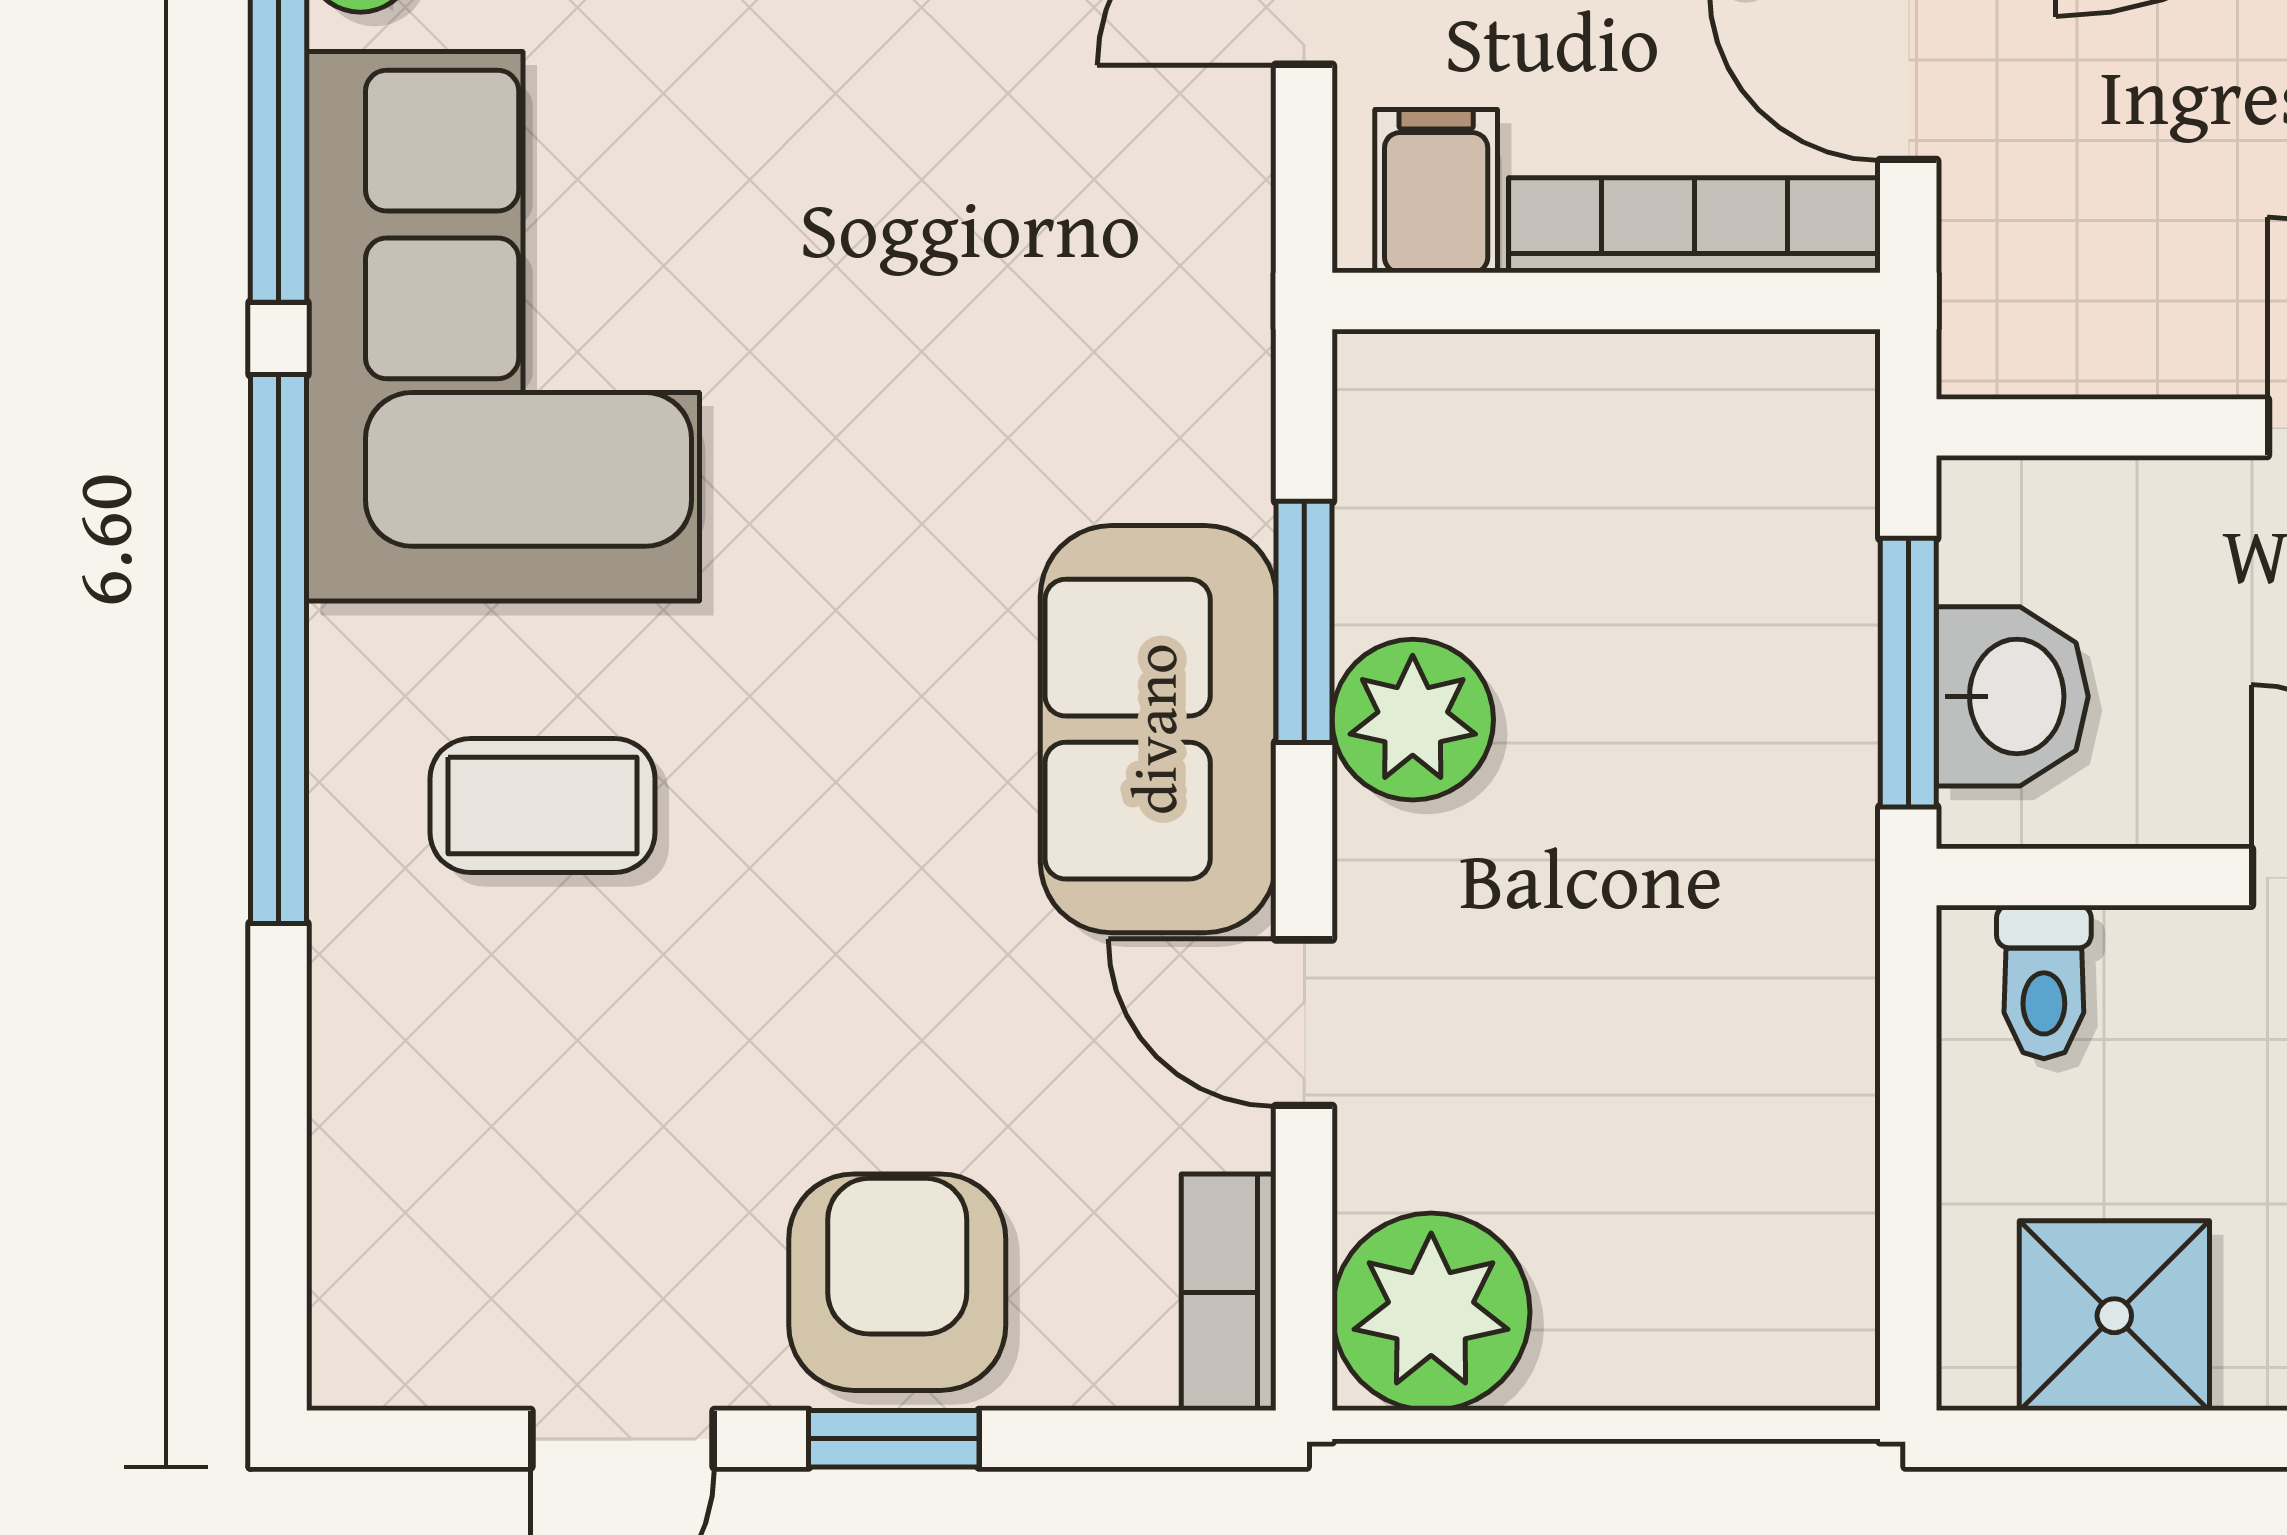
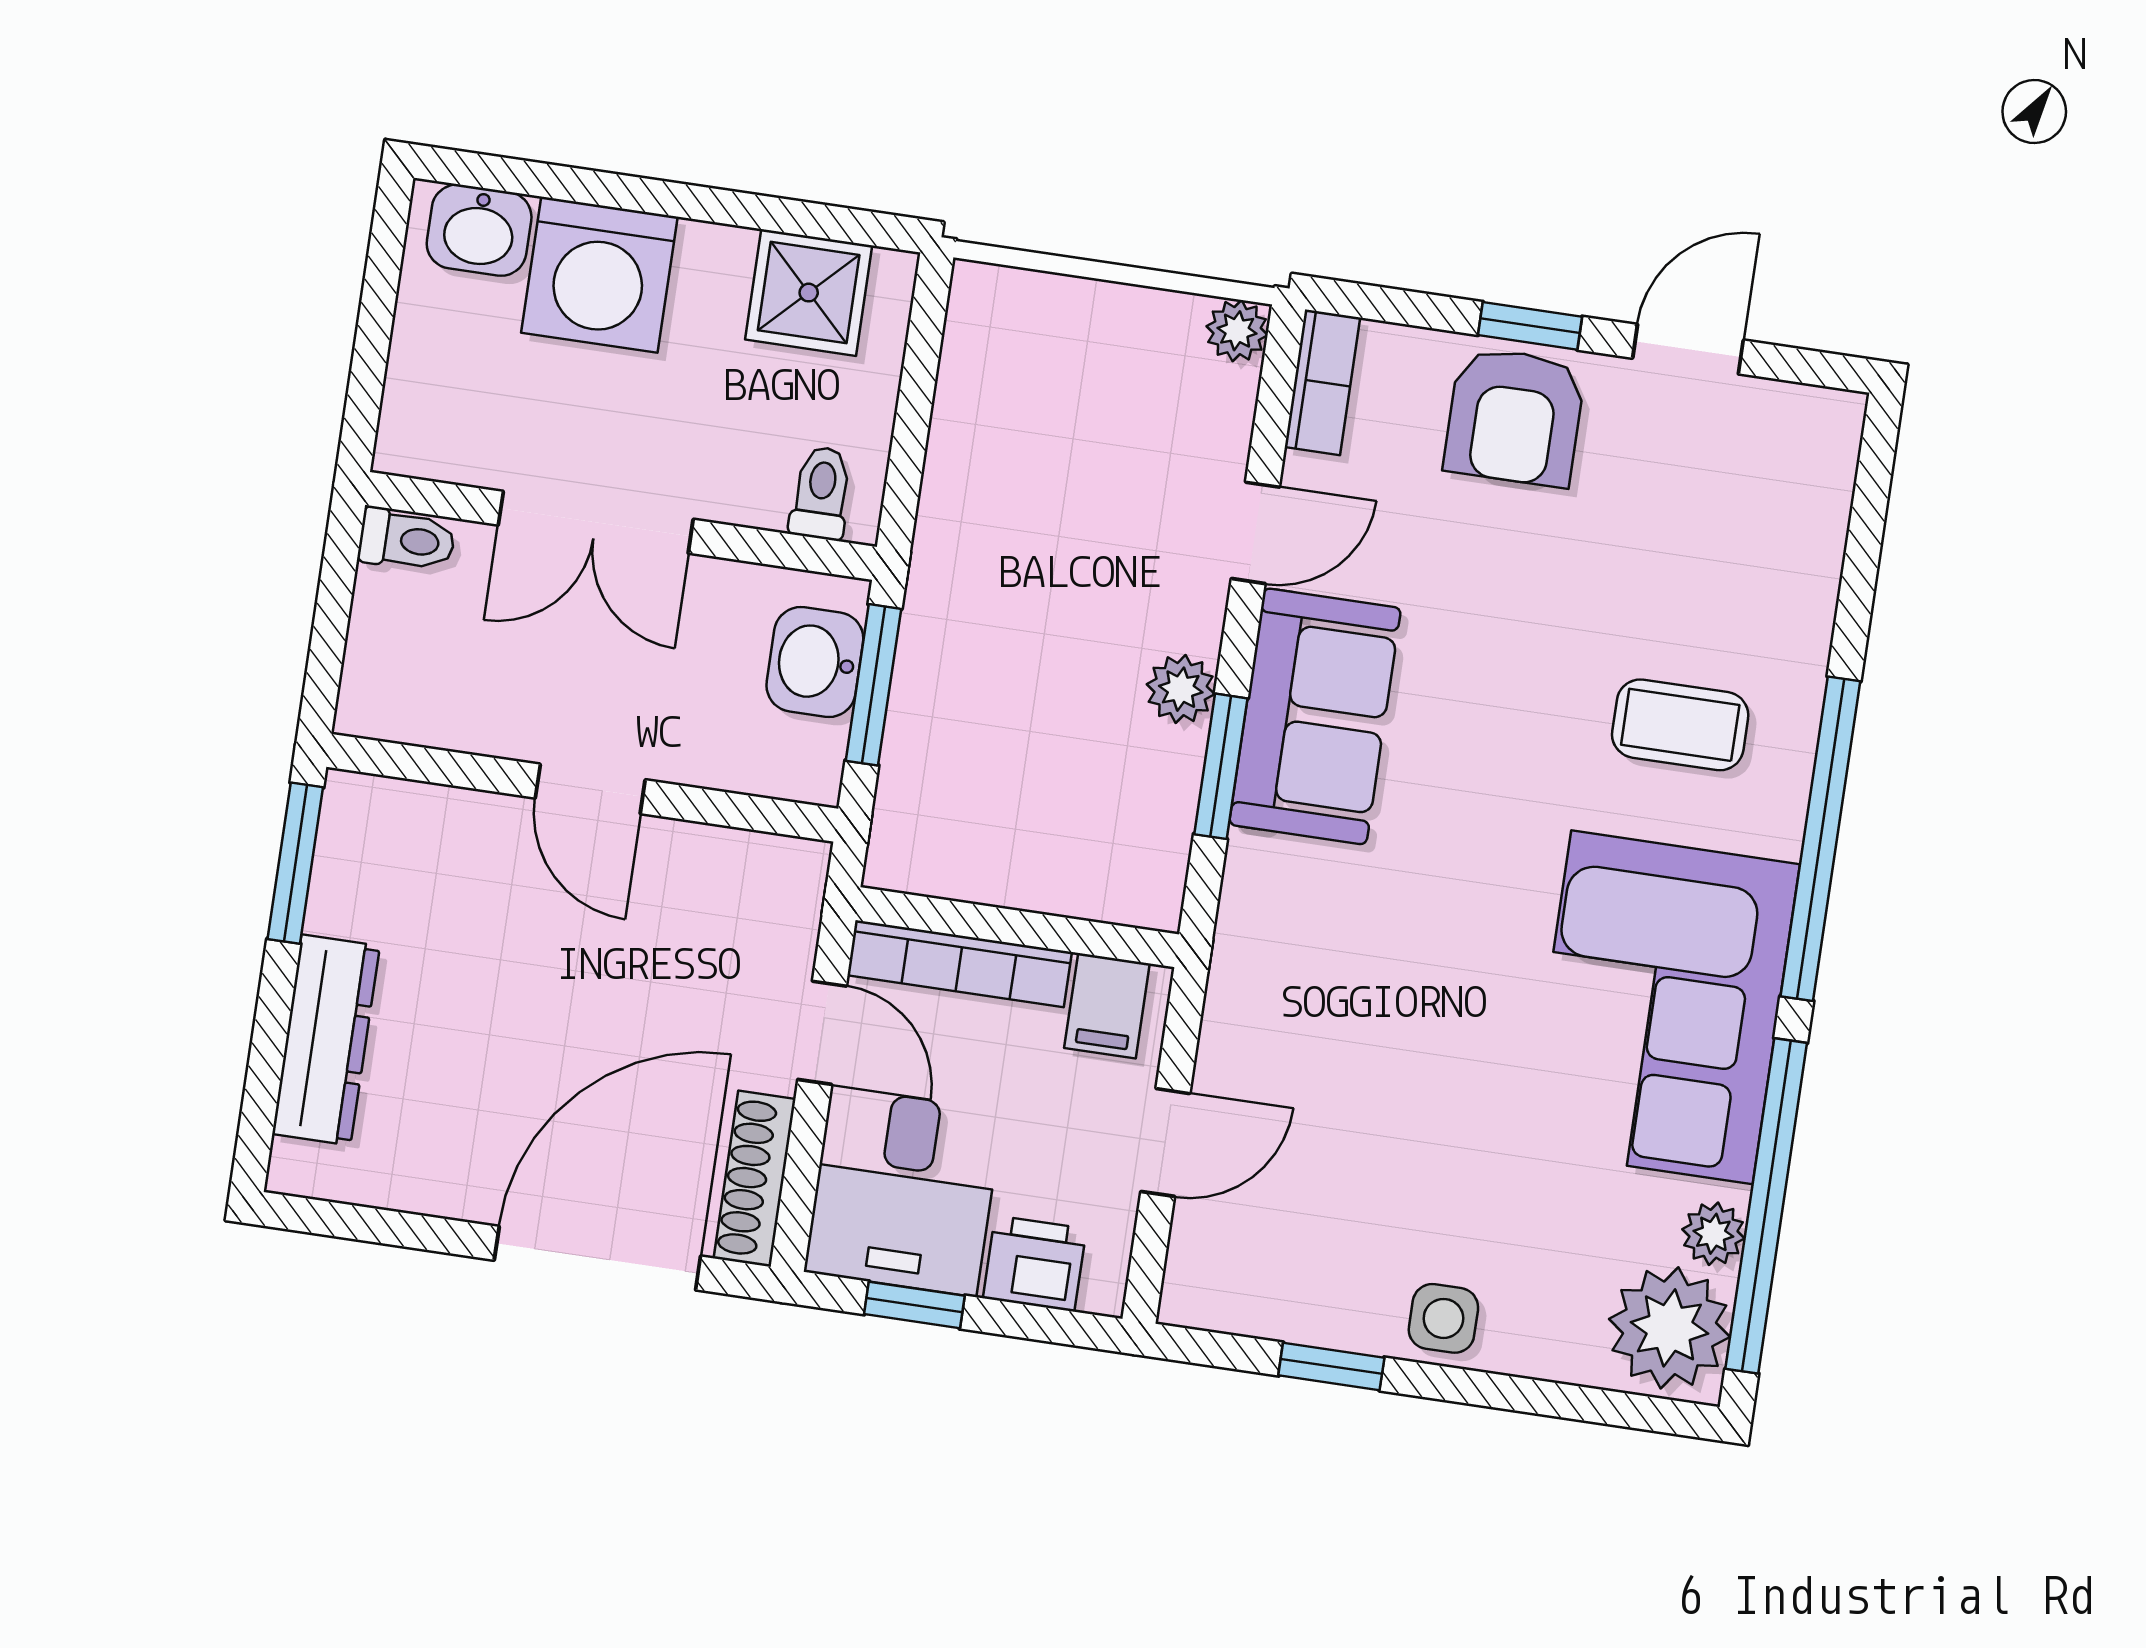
plant: (1413, 720) -> (1181, 689), width x0.73, depth x0.73
door: (1304, 1023) -> (1255, 533), hinge flipped
plant: (1431, 1312) -> (1237, 331), width x0.53, depth x0.53

